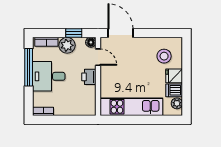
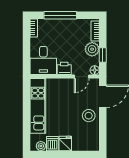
stool: (164, 56) -> (89, 116), moved
window: (29, 67) -> (60, 15), moved
desk: (49, 76) -> (43, 60), moved, turned 180

